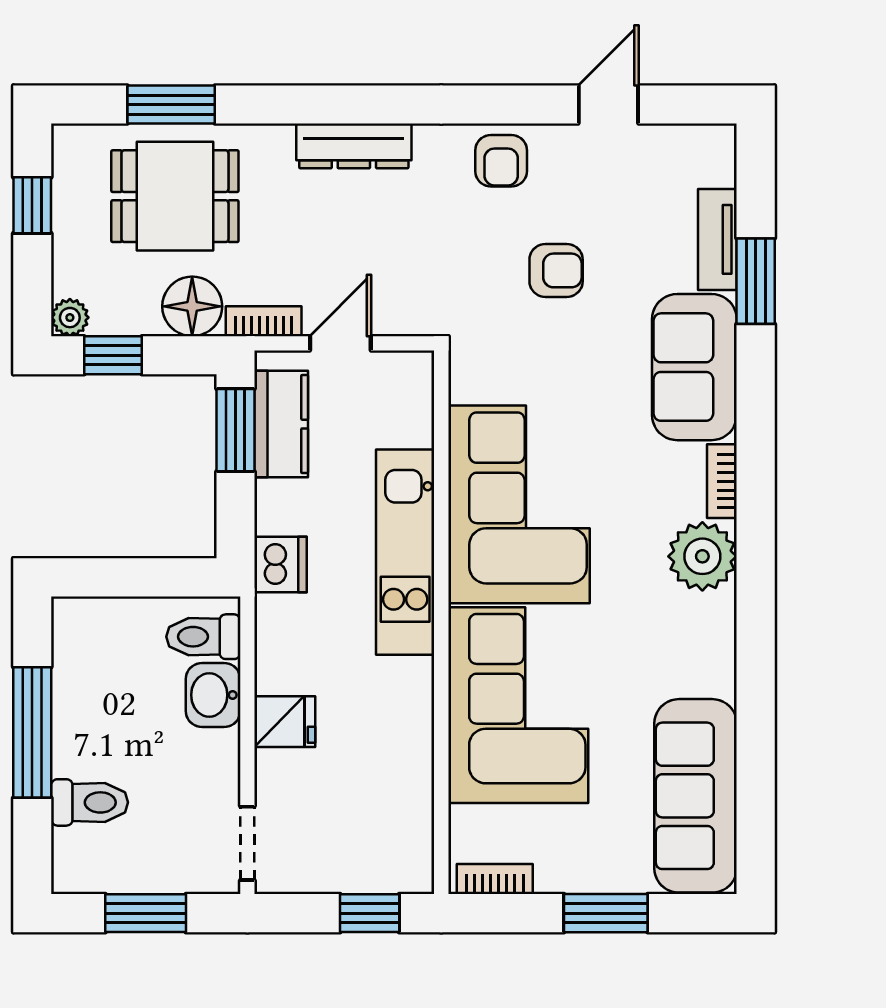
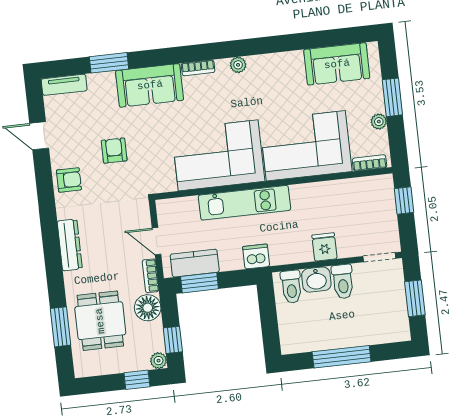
window: (32, 205) -> (137, 380), moved
tv unit: (717, 239) -> (64, 85), moved
plant: (702, 556) -> (238, 65), width x0.53, depth x0.53
sofa: (696, 796) -> (337, 64), width x0.73
toilet: (90, 802) -> (343, 282), moved, turned 180
plant: (554, 876) -> (379, 122), added
bookcase: (495, 879) -> (370, 163), moved, turned 90

